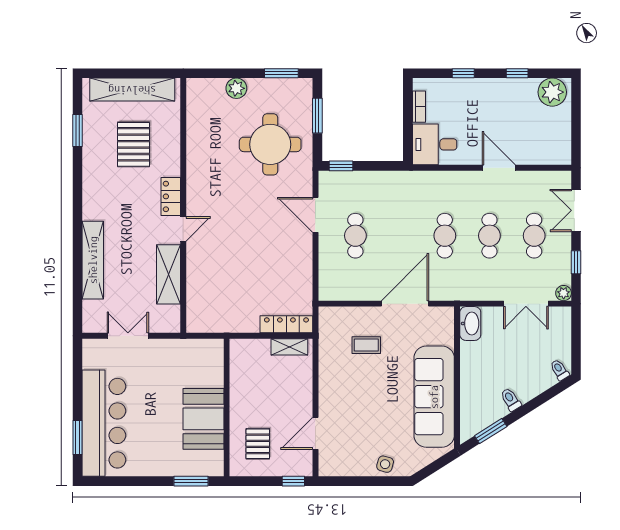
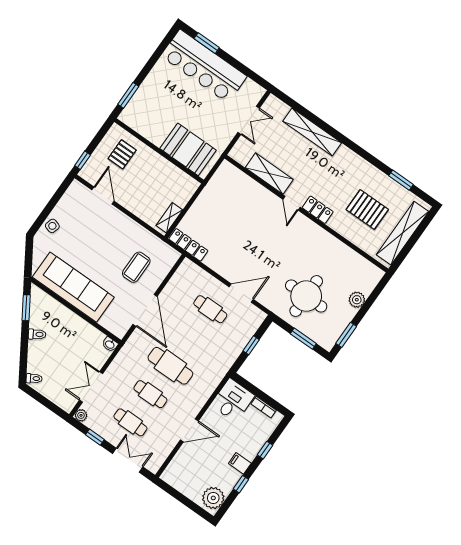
filing cabinet: (496, 90) -> (240, 463), added
window: (341, 166) -> (251, 345), moved
cafe table: (445, 236) -> (170, 366), width x1.37, depth x1.35
locker: (286, 324) -> (188, 245), moved, turned -90
washbasin: (470, 324) -> (110, 344), width x0.52, depth x0.69
coffee table: (366, 345) -> (136, 267), width x1.36, depth x1.30
booth: (203, 419) -> (188, 149), moved
pallet: (258, 444) -> (122, 154), turned 90

